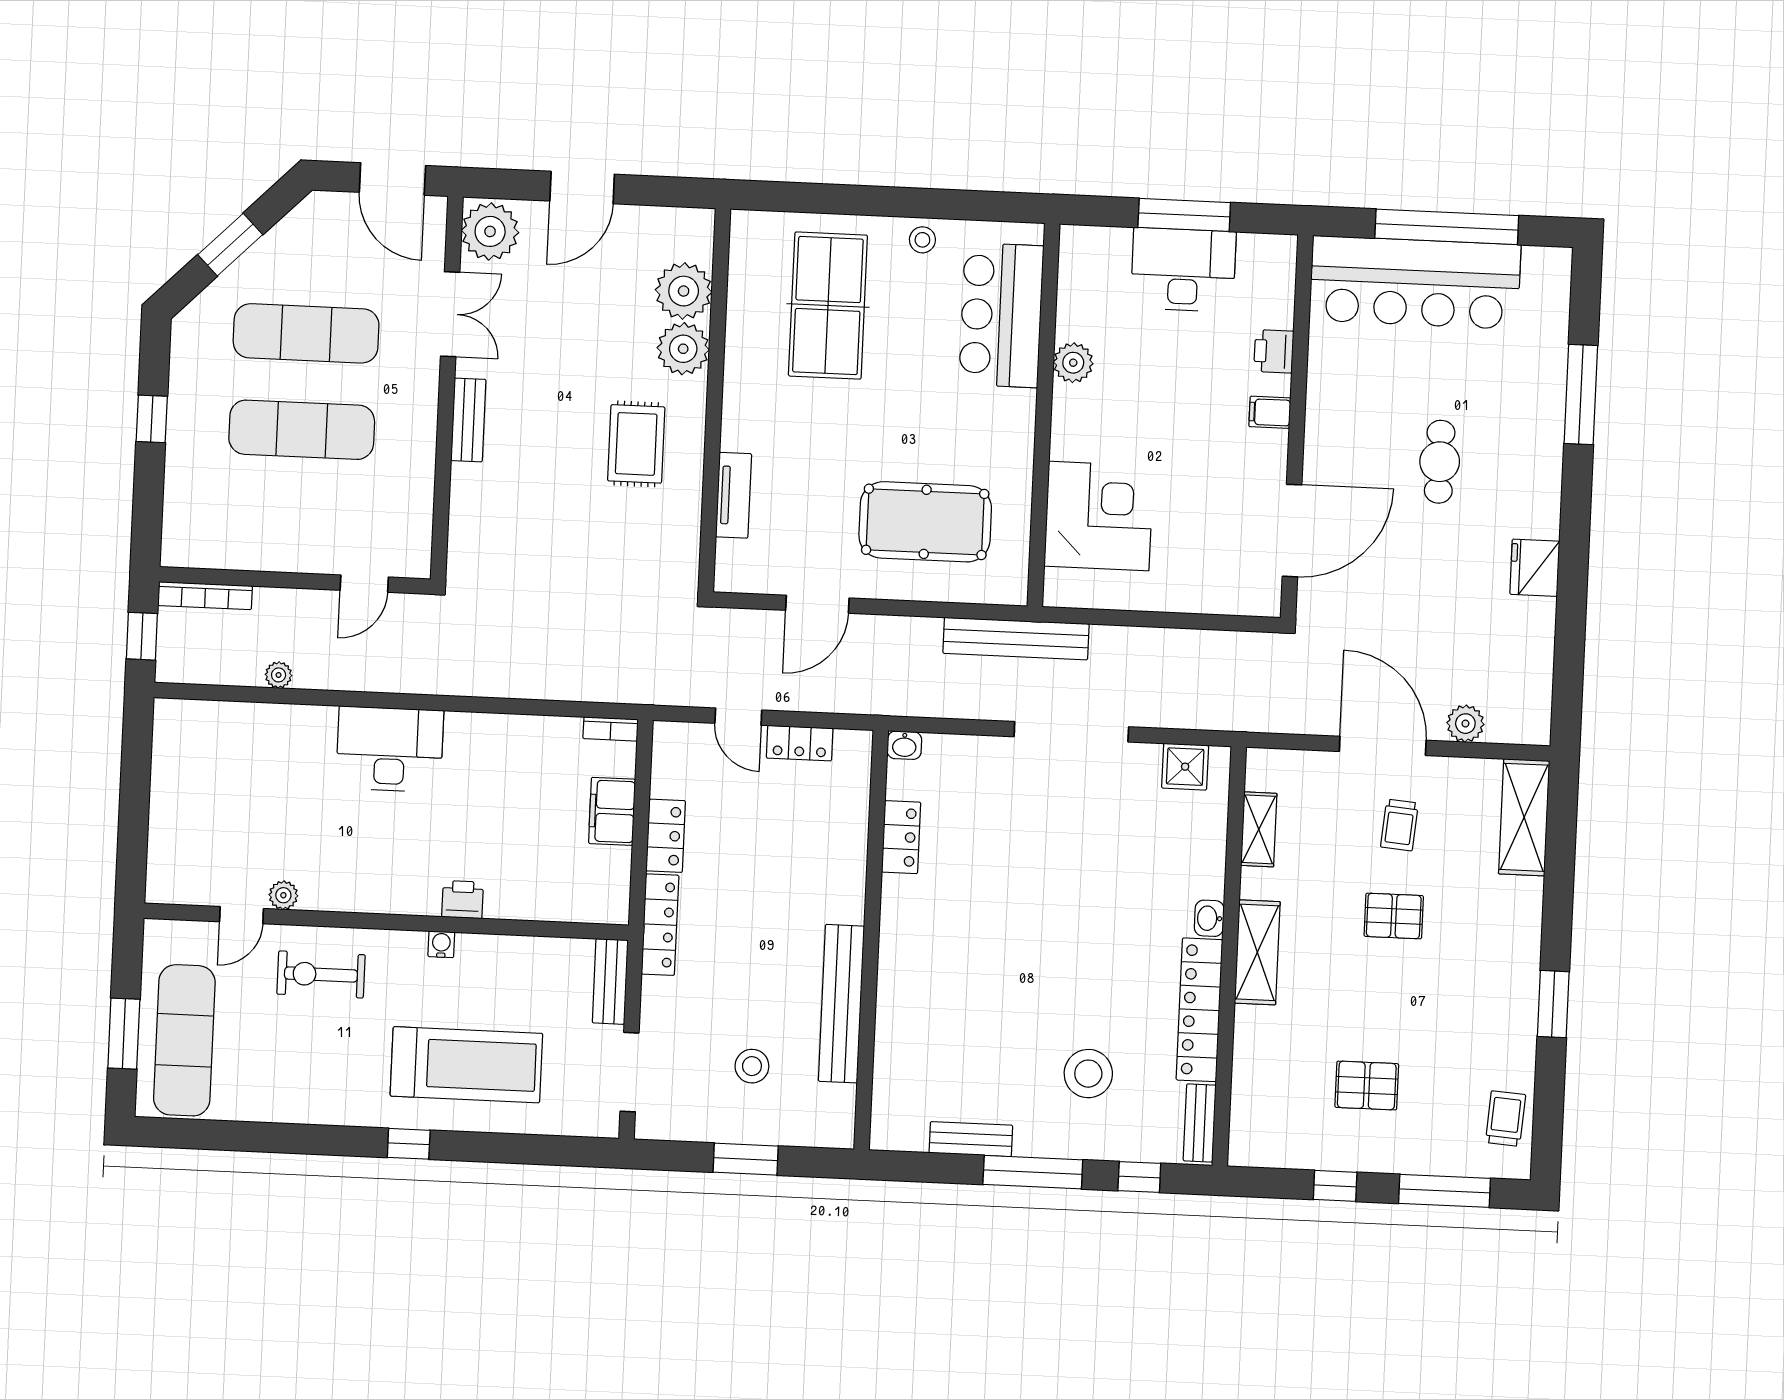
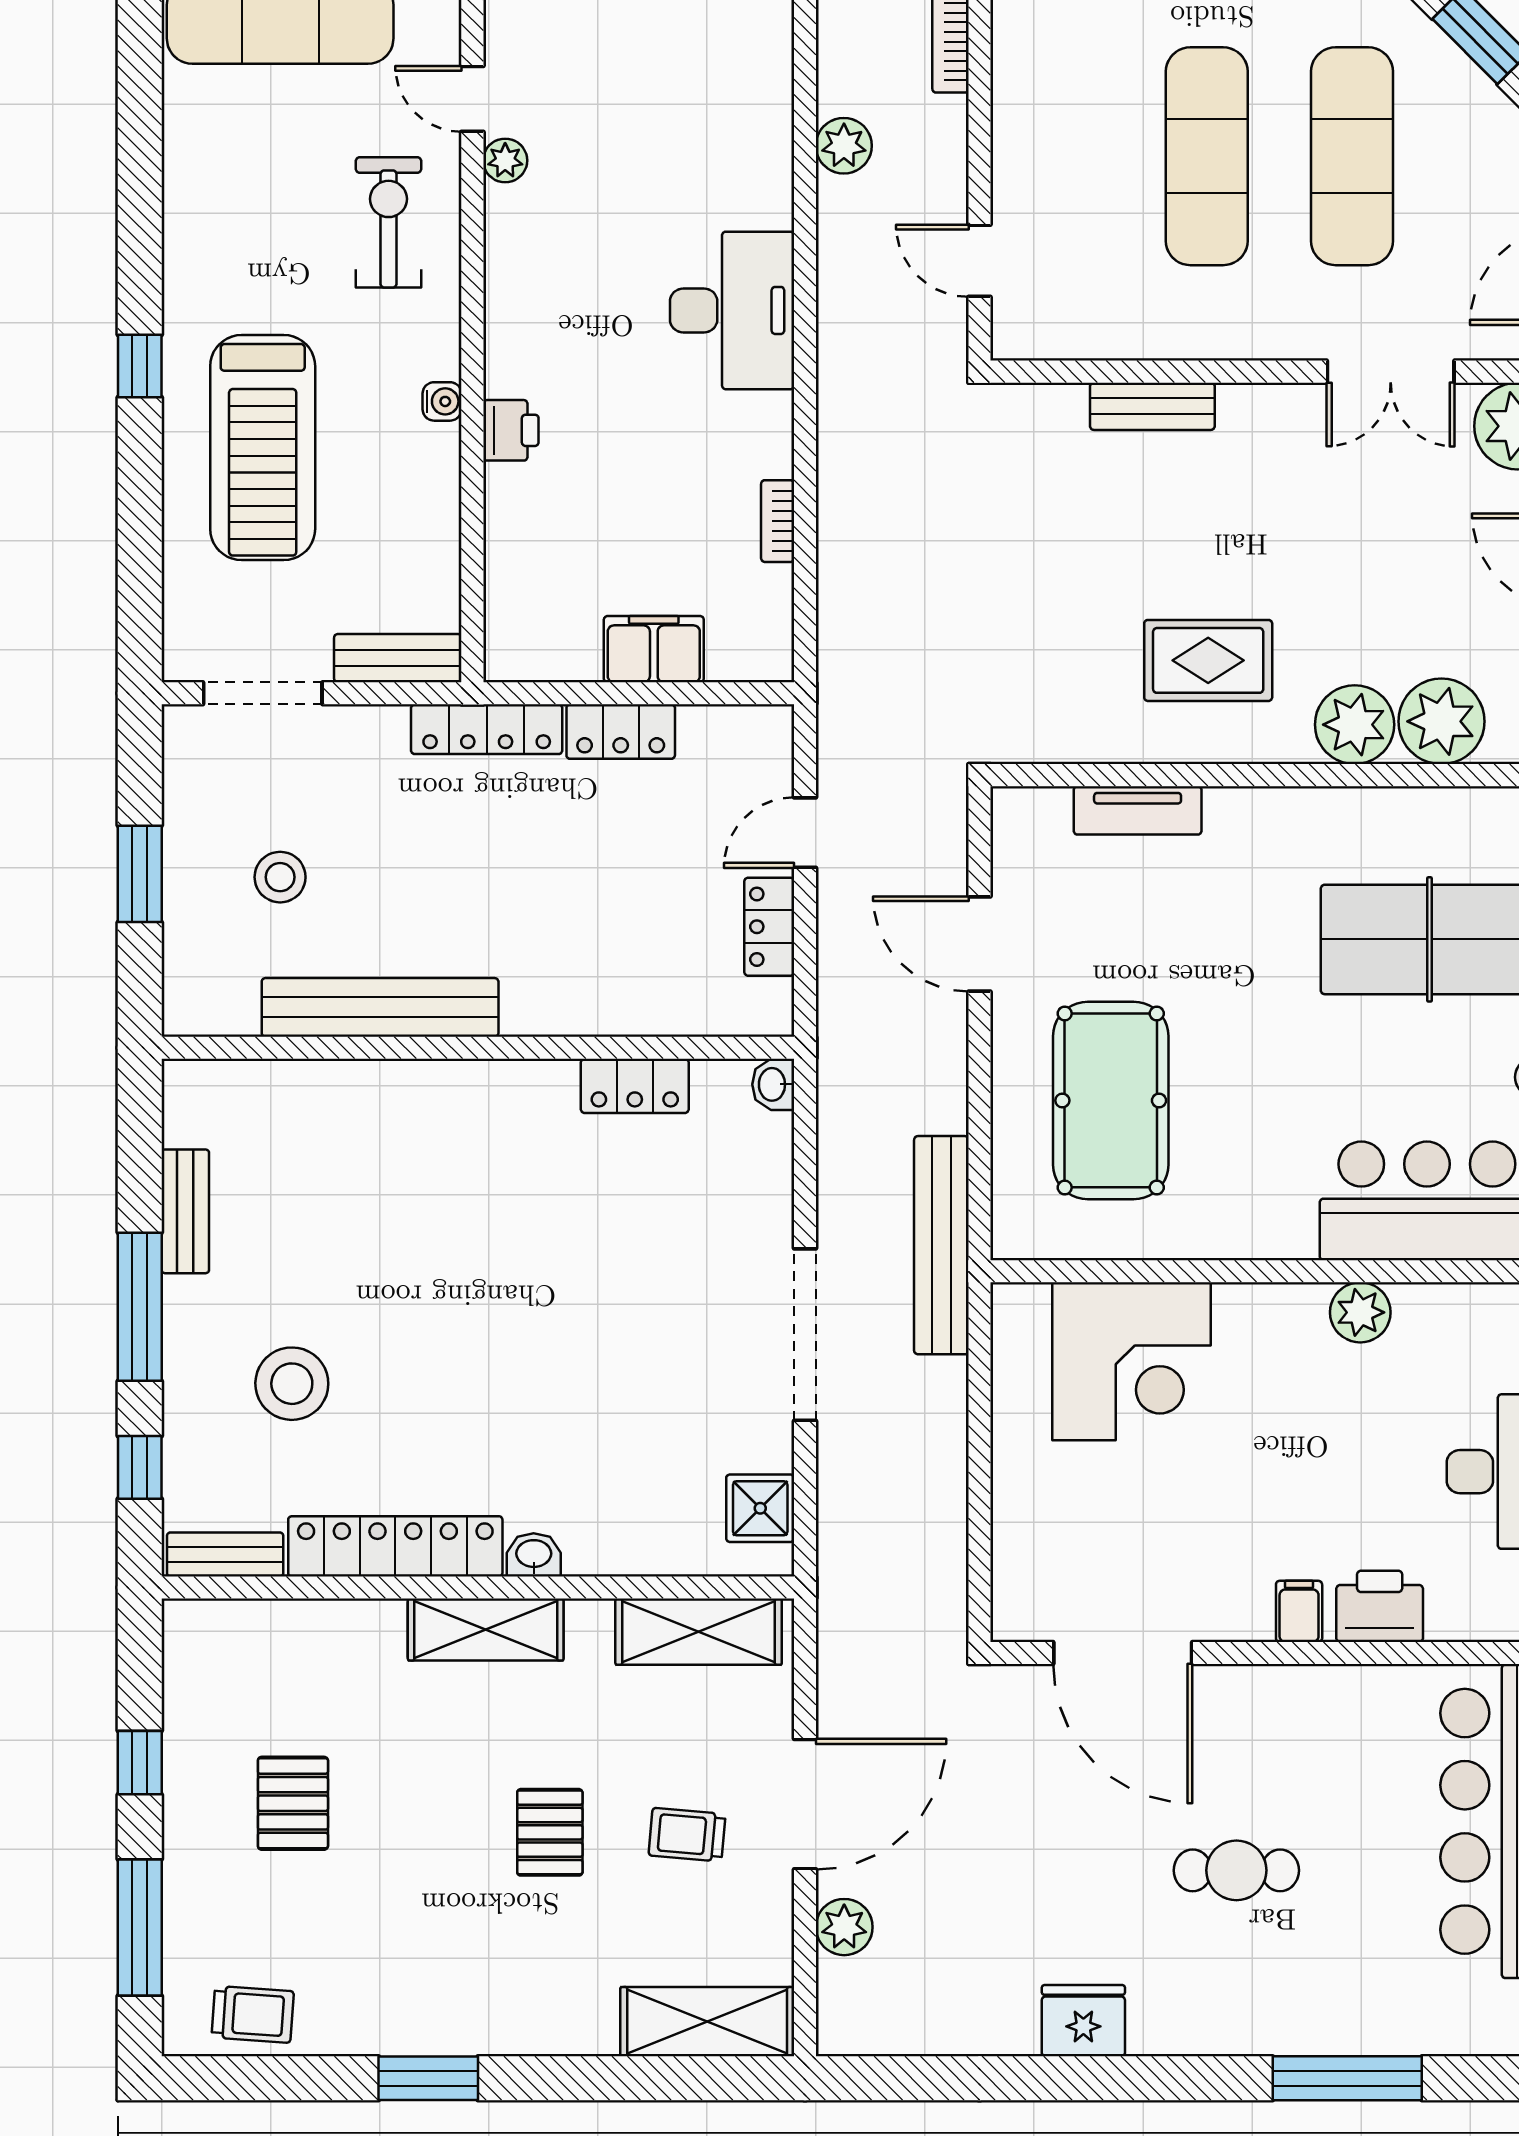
printer: (1274, 351) -> (1380, 1606), width x1.36, depth x1.24
bench: (468, 420) -> (1152, 406), moved
plant: (279, 675) -> (844, 146), width x1.38, depth x1.38
bookcase: (611, 729) -> (778, 521), moved
shelving: (1259, 829) -> (699, 1632), width x1.50, depth x1.33

